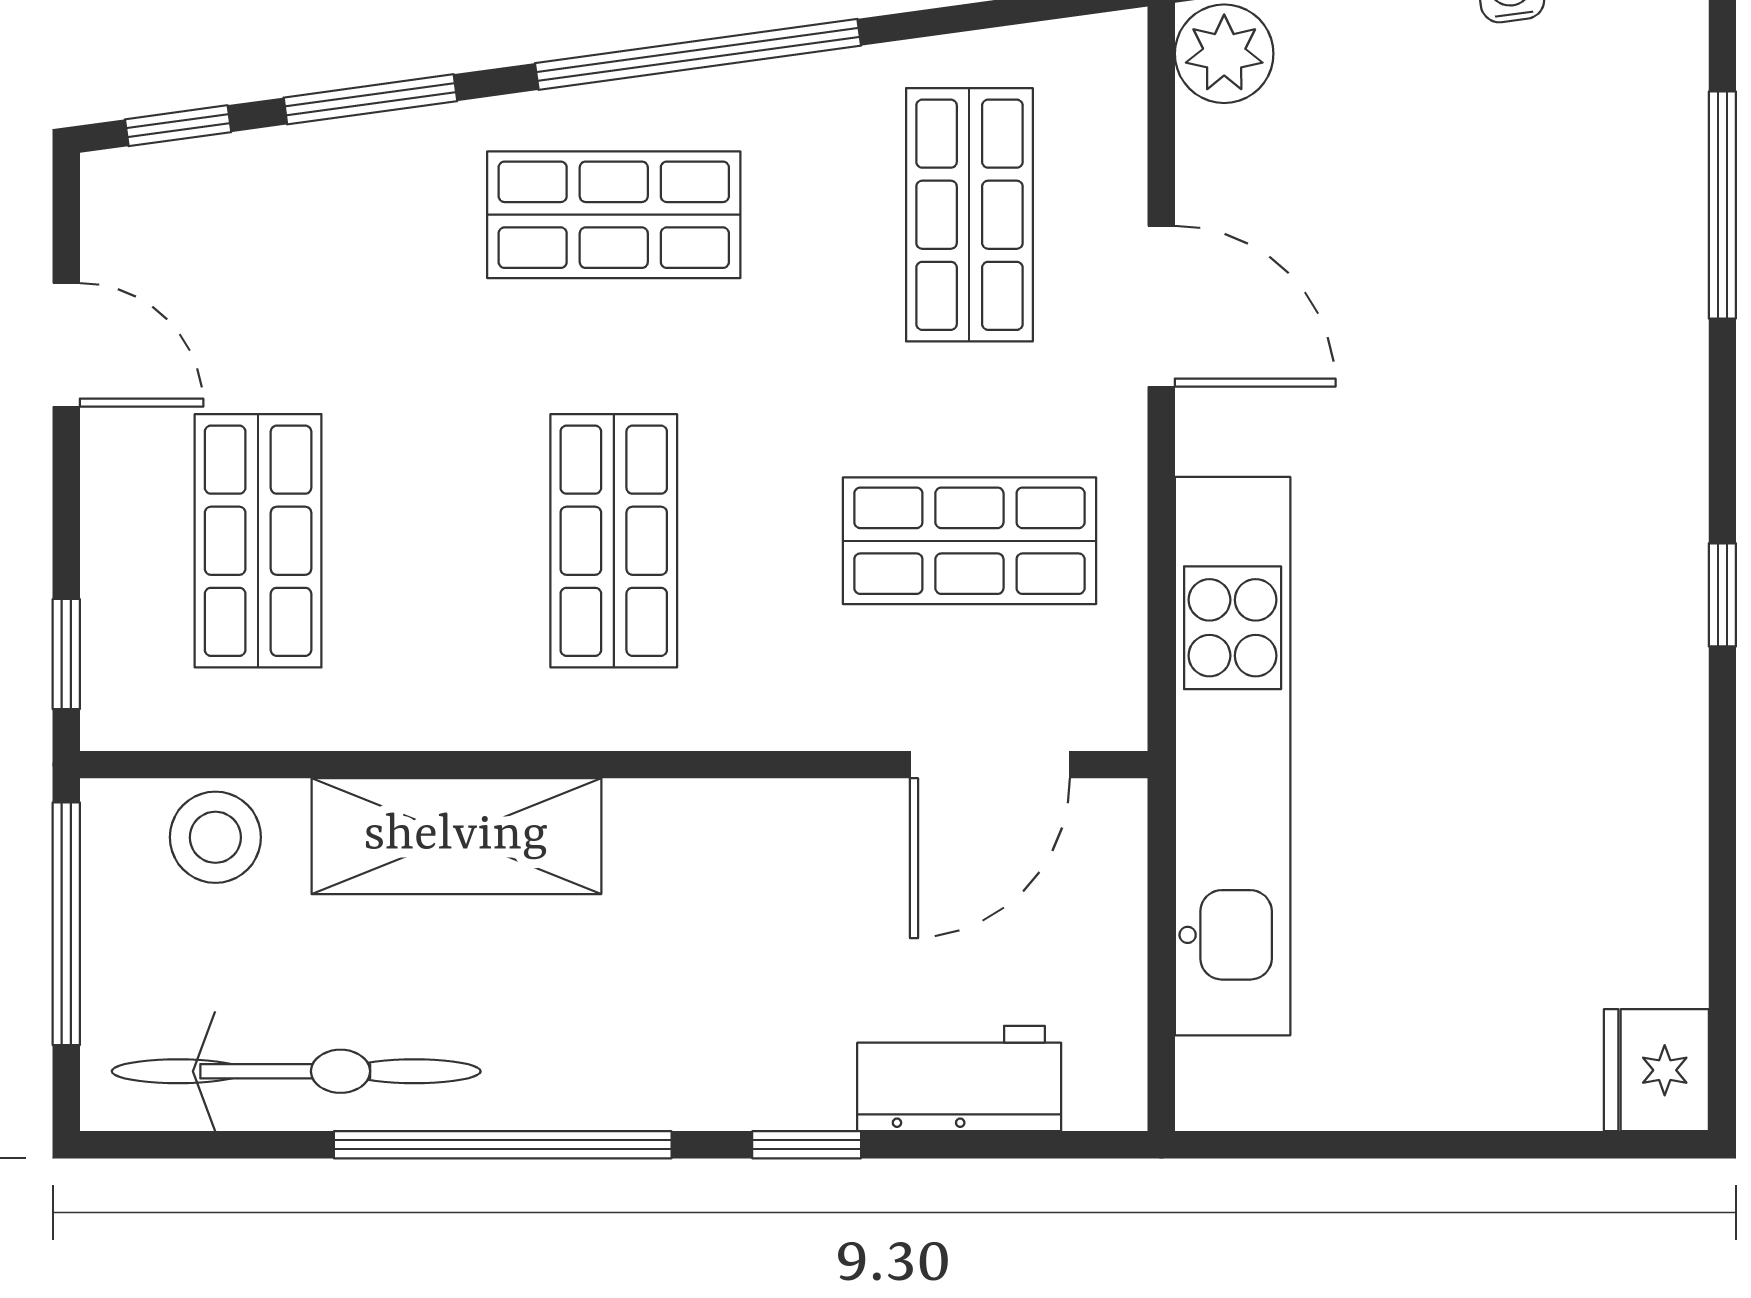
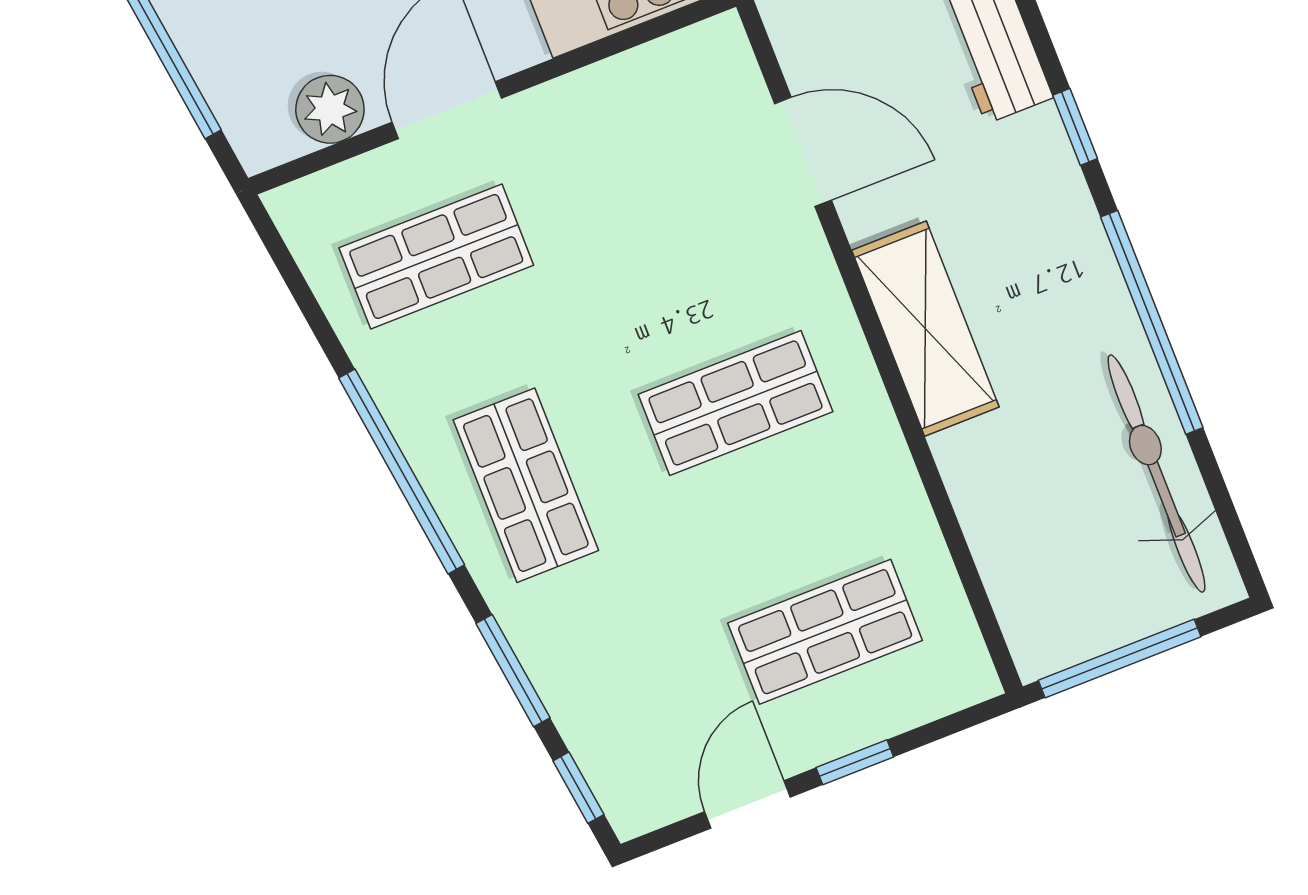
plant: (1224, 54) -> (330, 109), moved
shop shelf: (969, 541) -> (646, 174), removed
window: (66, 654) -> (855, 762), moved
door: (990, 765) -> (803, 152), moved
shelving: (456, 836) -> (925, 329), moved
stool: (215, 837) -> (1026, 584), removed

